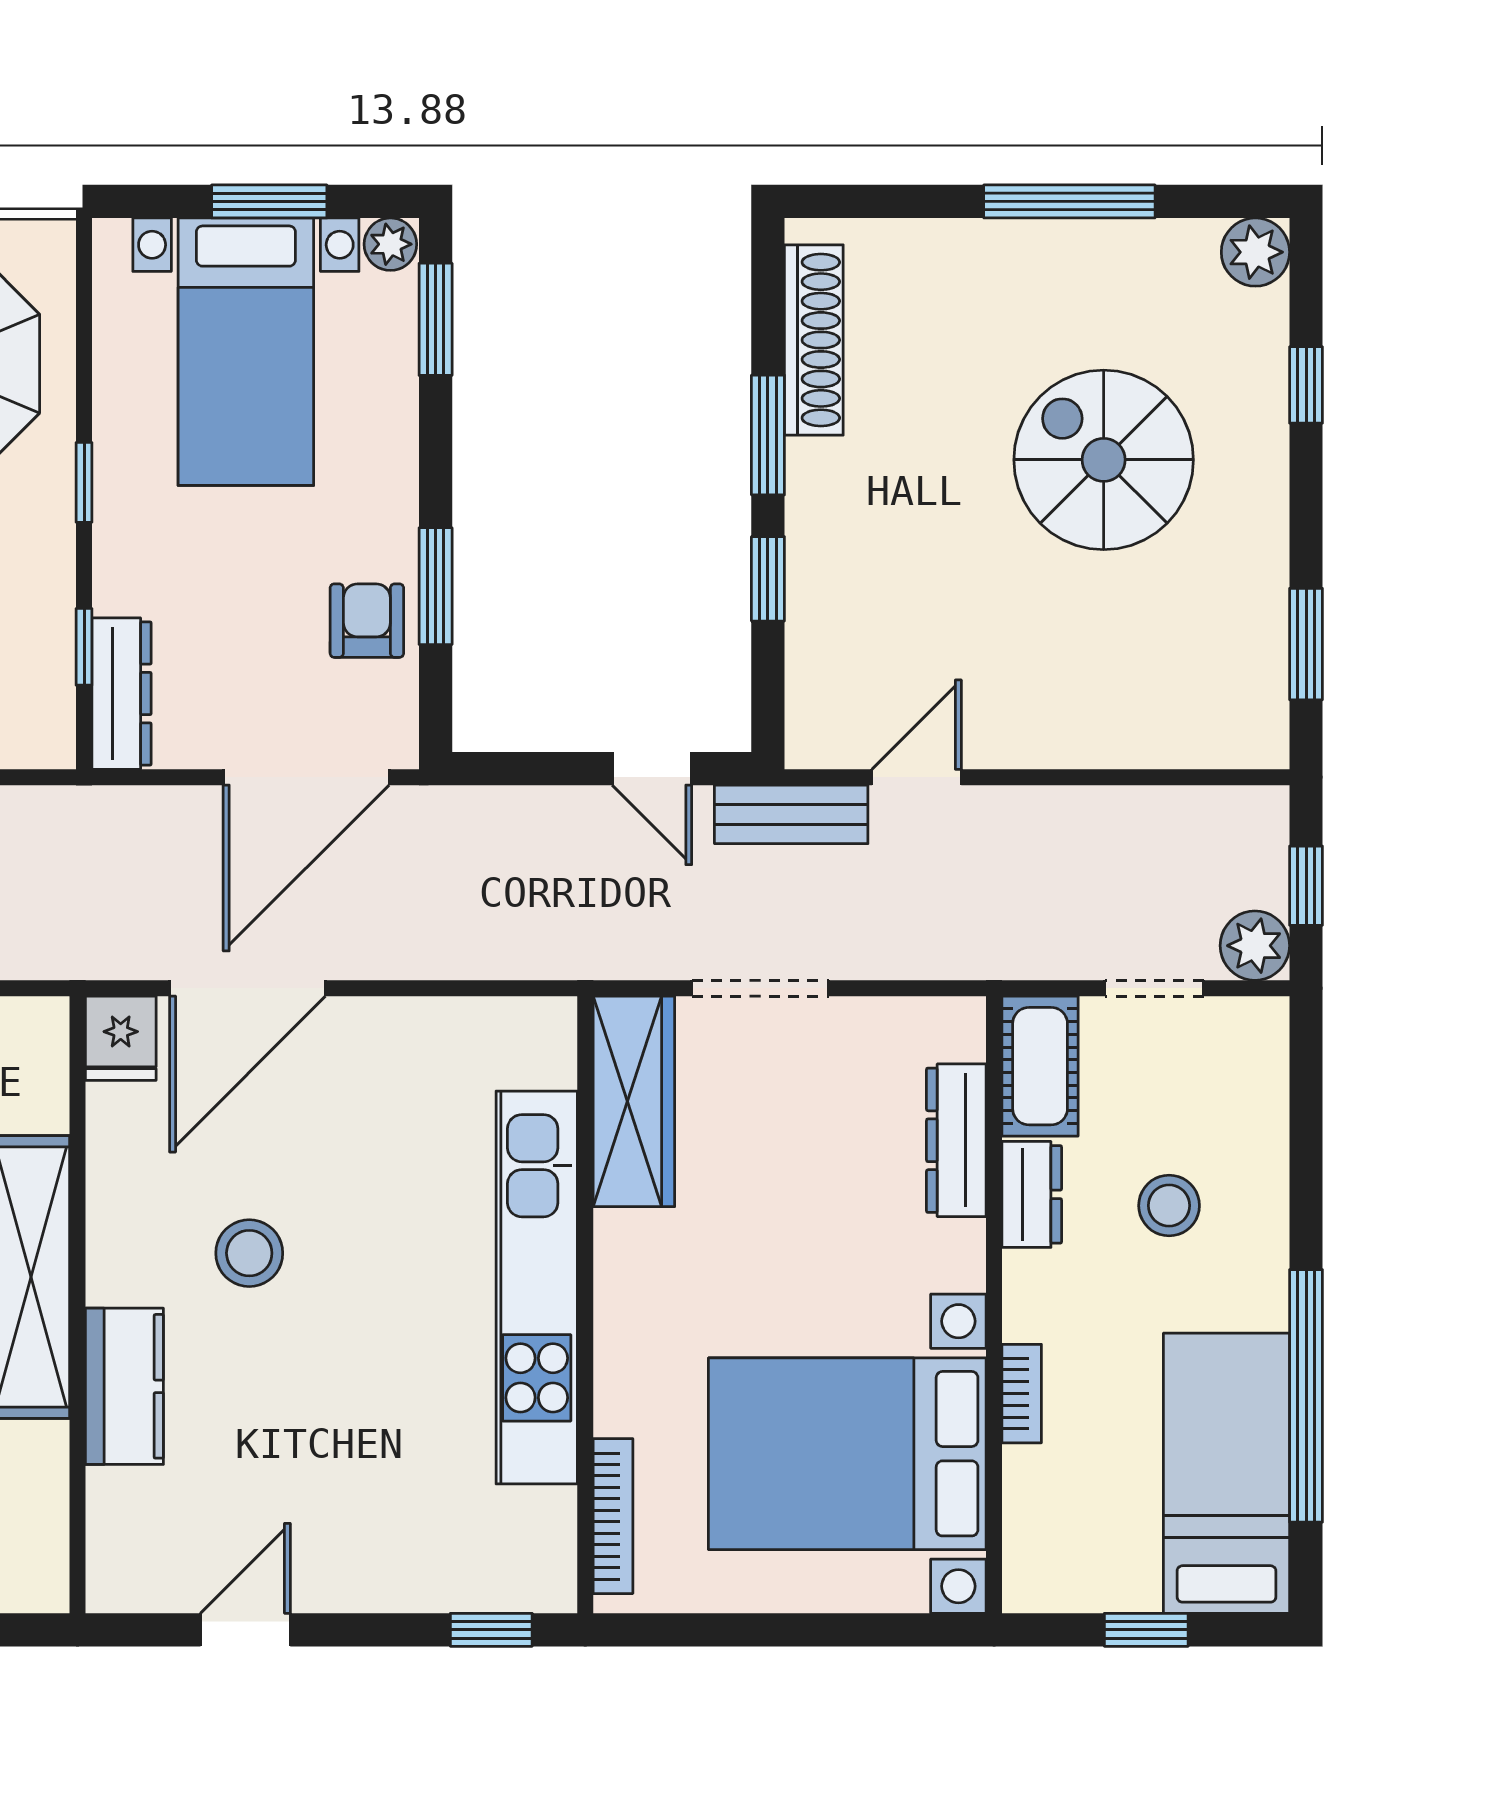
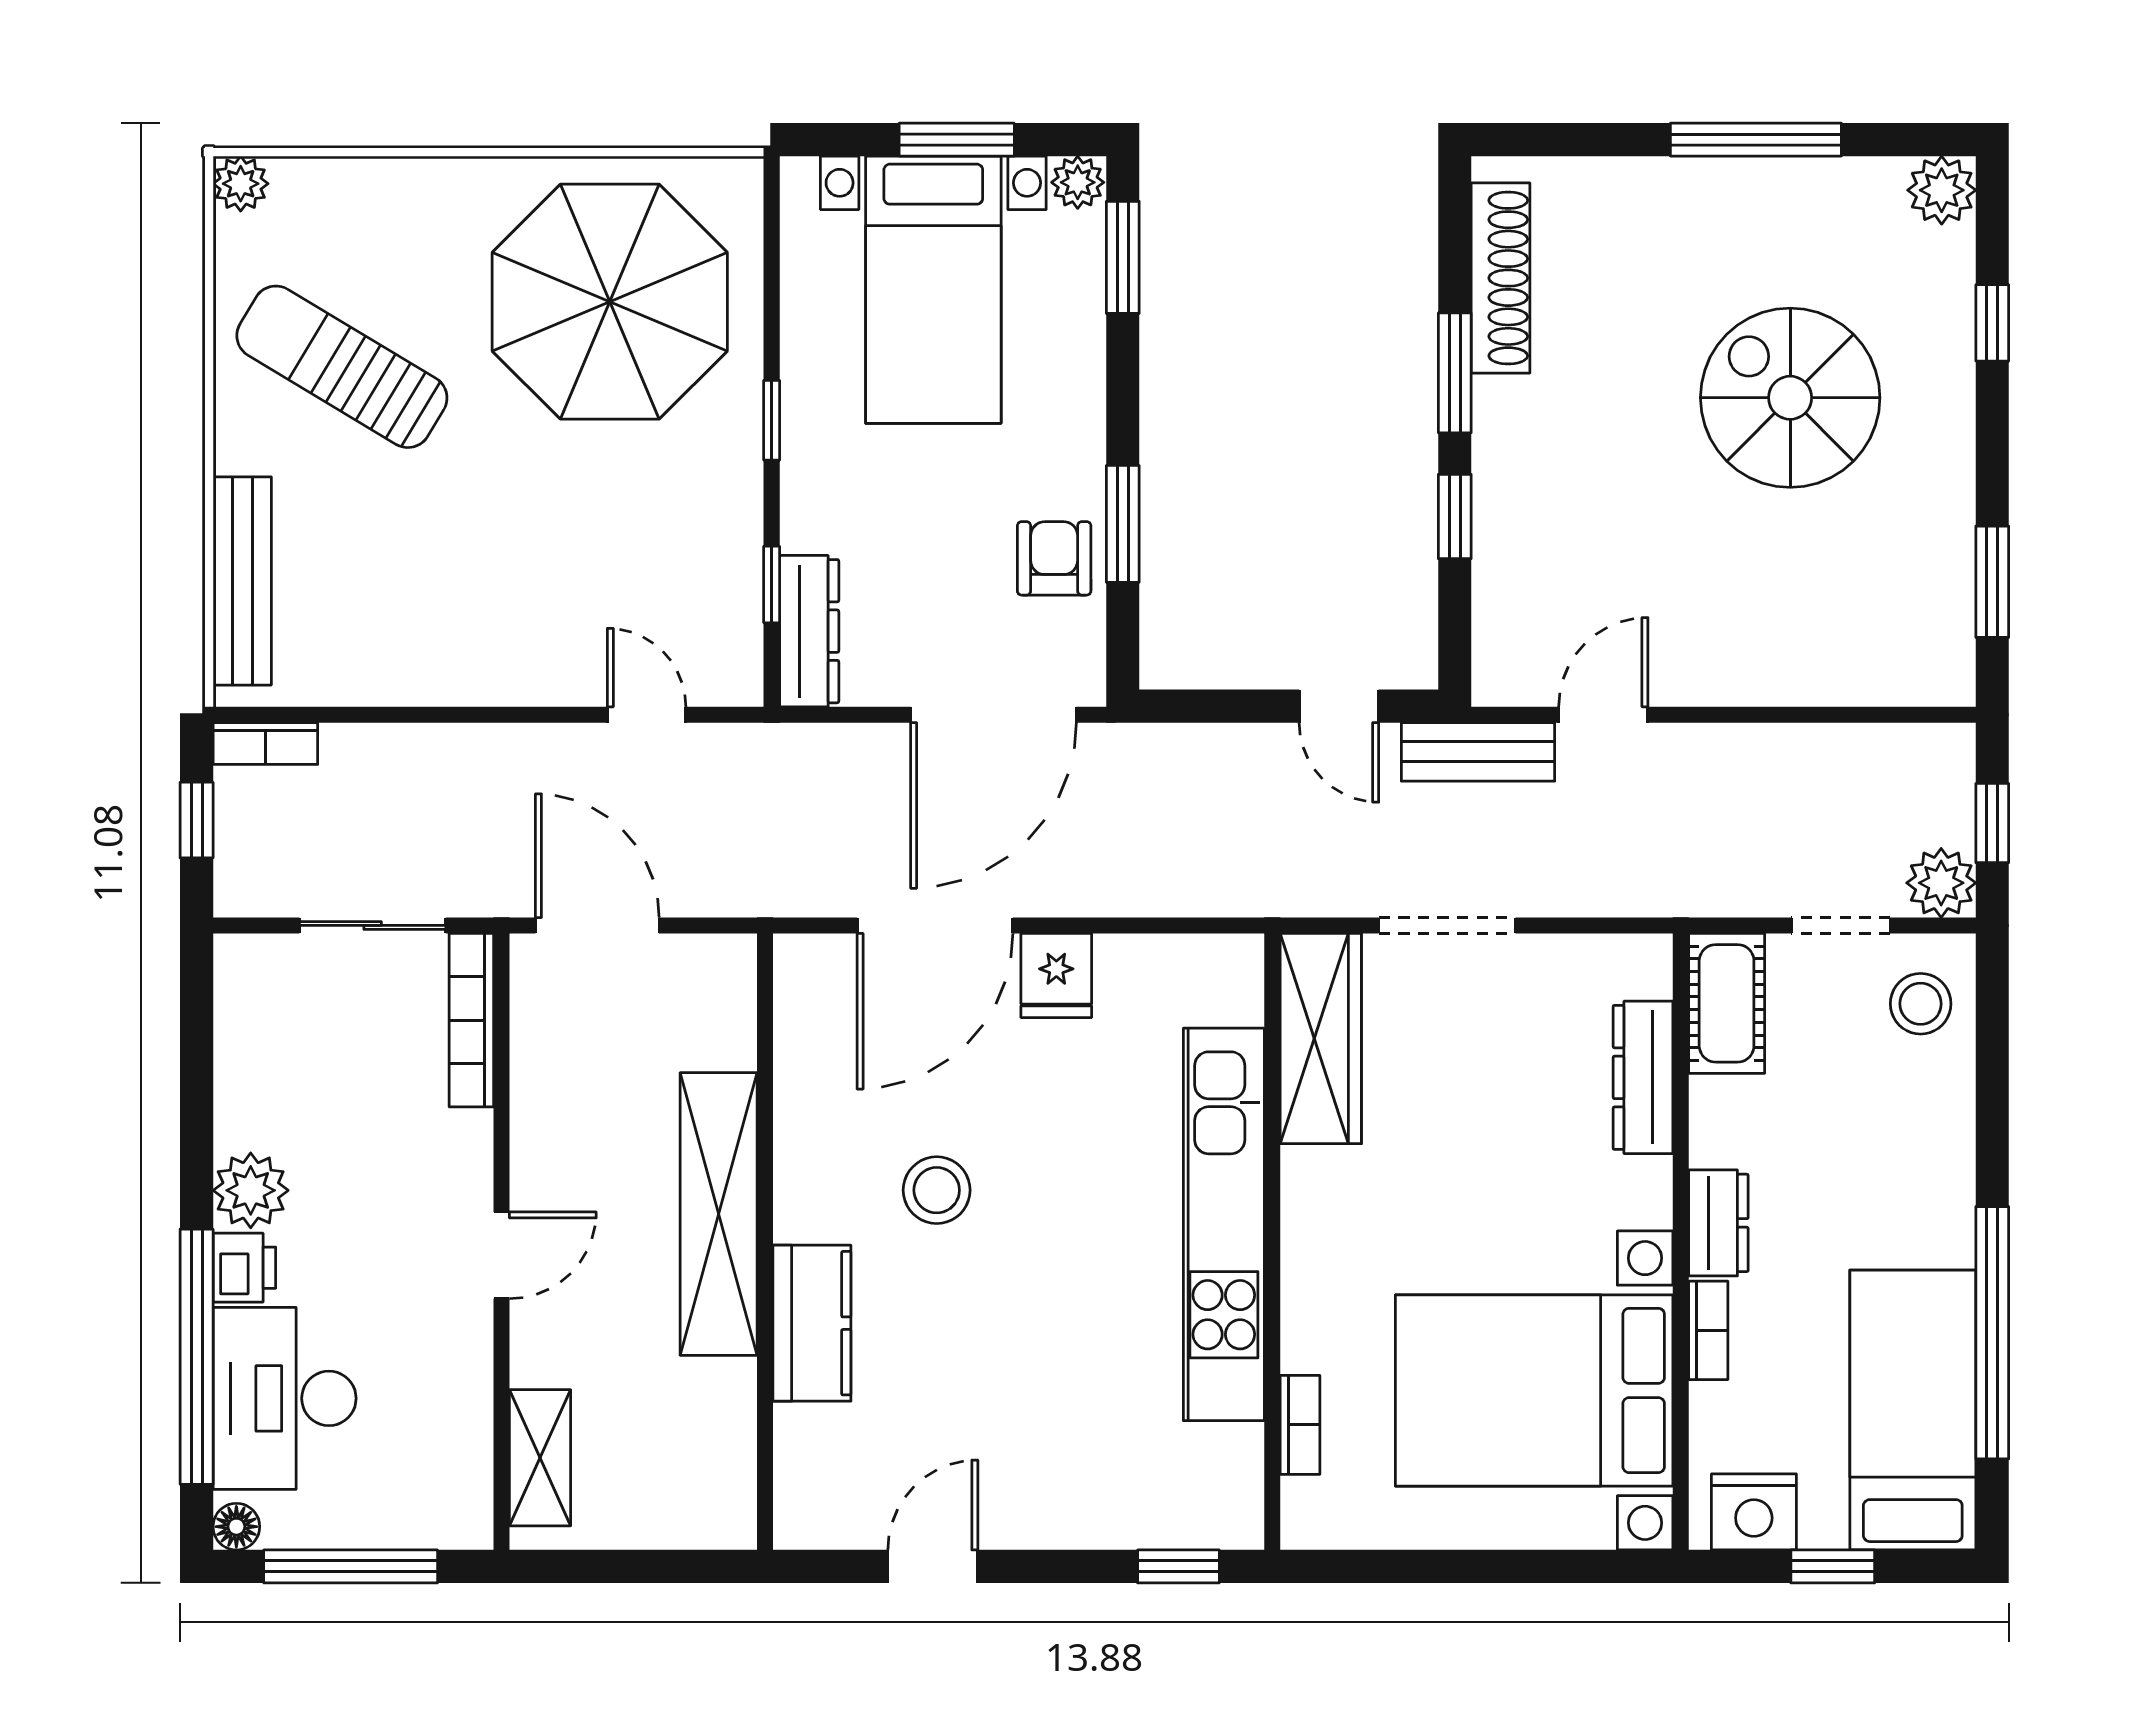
fridge: (121, 1038) -> (1056, 975), moved
dresser: (1032, 1194) -> (1718, 1223), moved
stool: (1169, 1206) -> (1921, 1004), moved
bookcase: (613, 1516) -> (1300, 1425), width x0.64
nightstand: (1067, 1575) -> (1754, 1512), added

